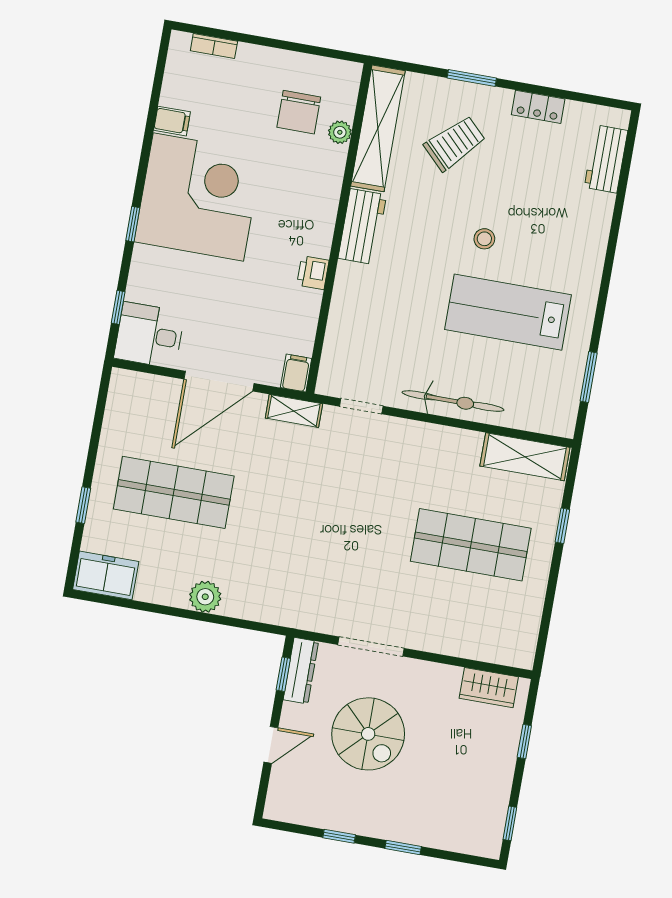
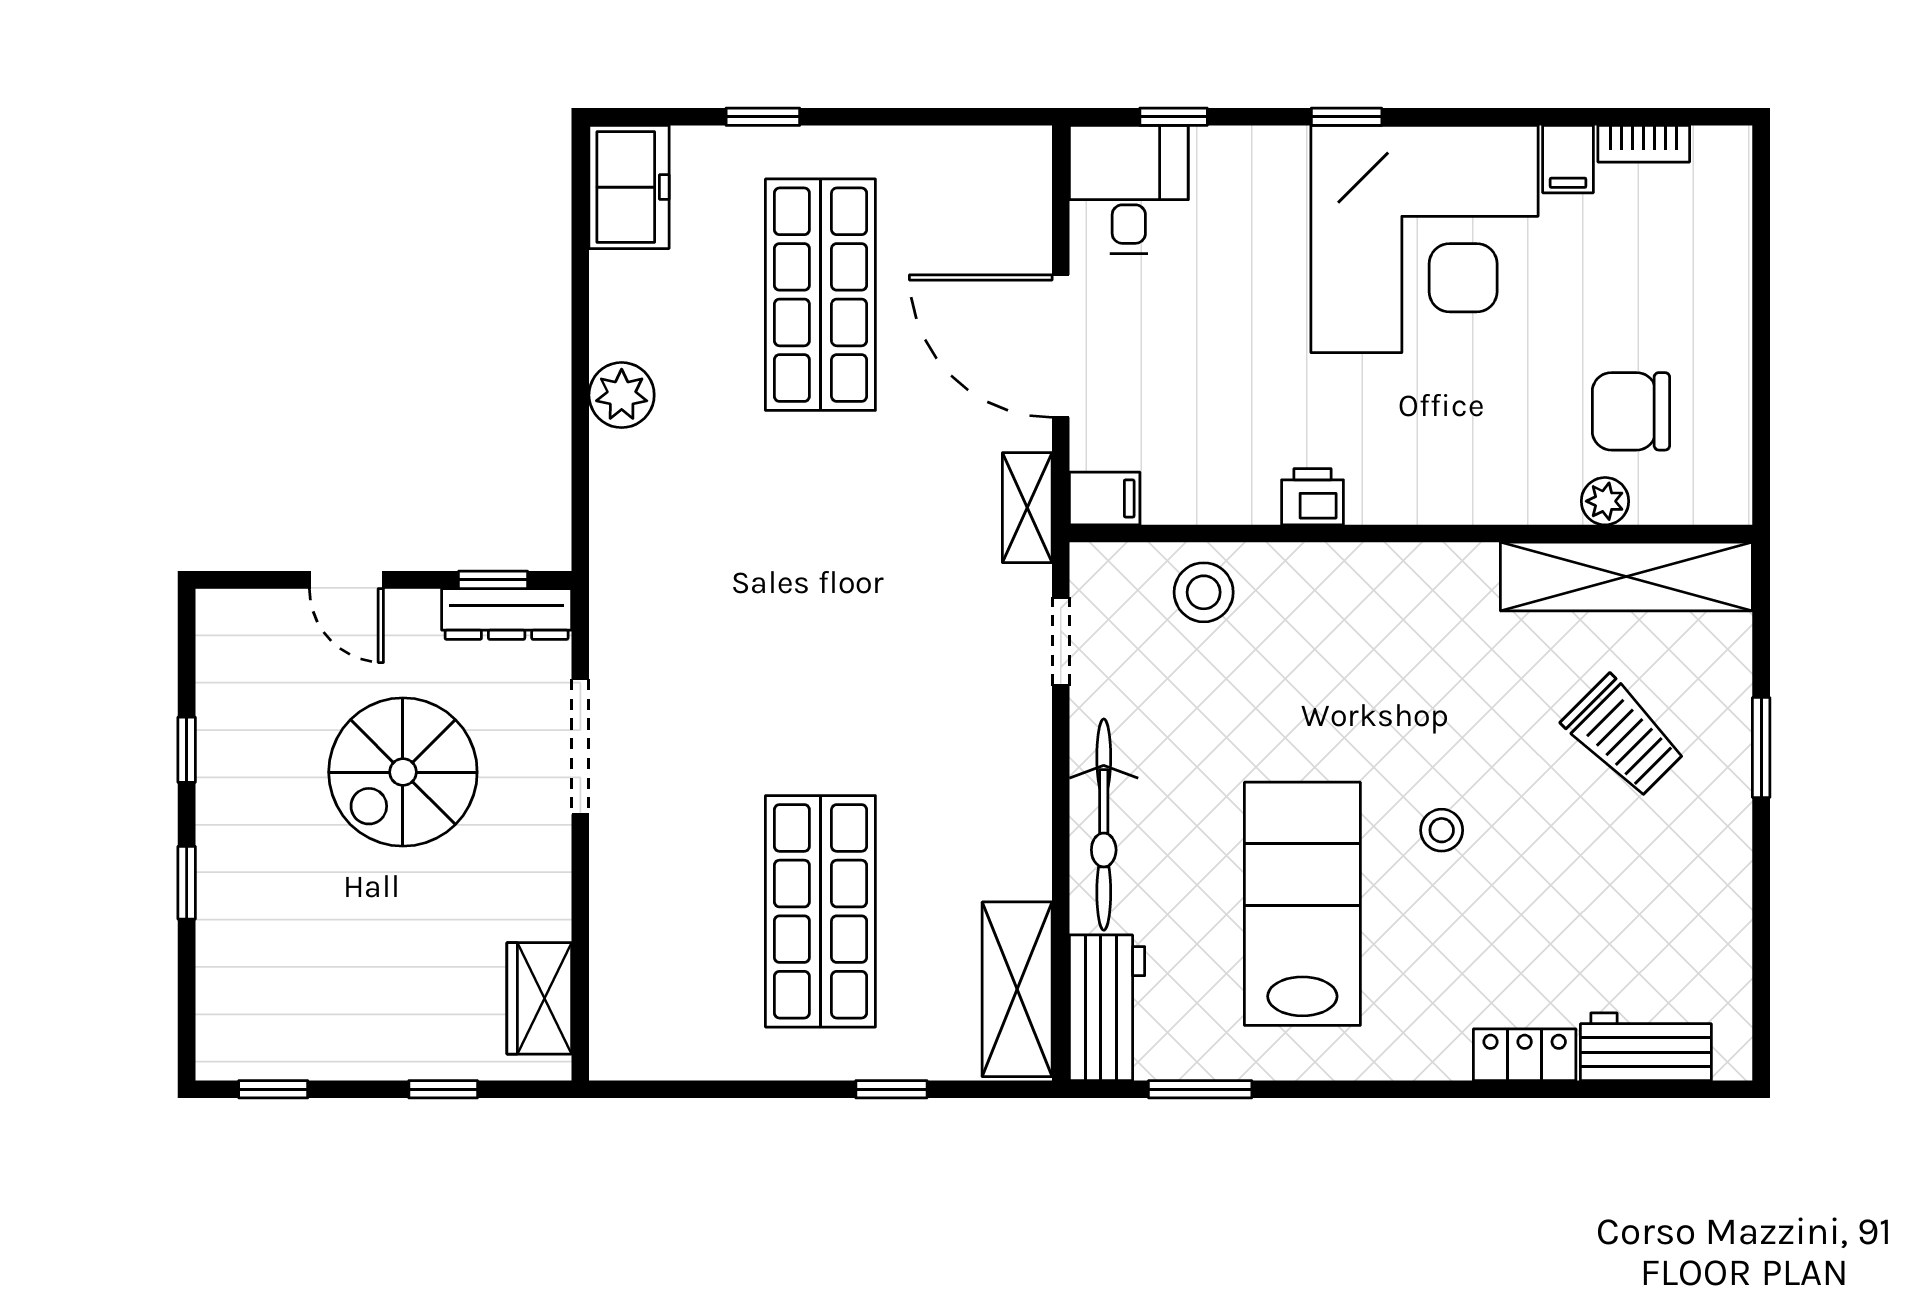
bookcase: (214, 46) -> (1644, 144), moved, turned -90
locker: (538, 107) -> (1525, 1055), moved, turned 90
workbench: (362, 227) -> (1107, 1008), moved, turned -90
stool: (350, 333) -> (1204, 592), added

